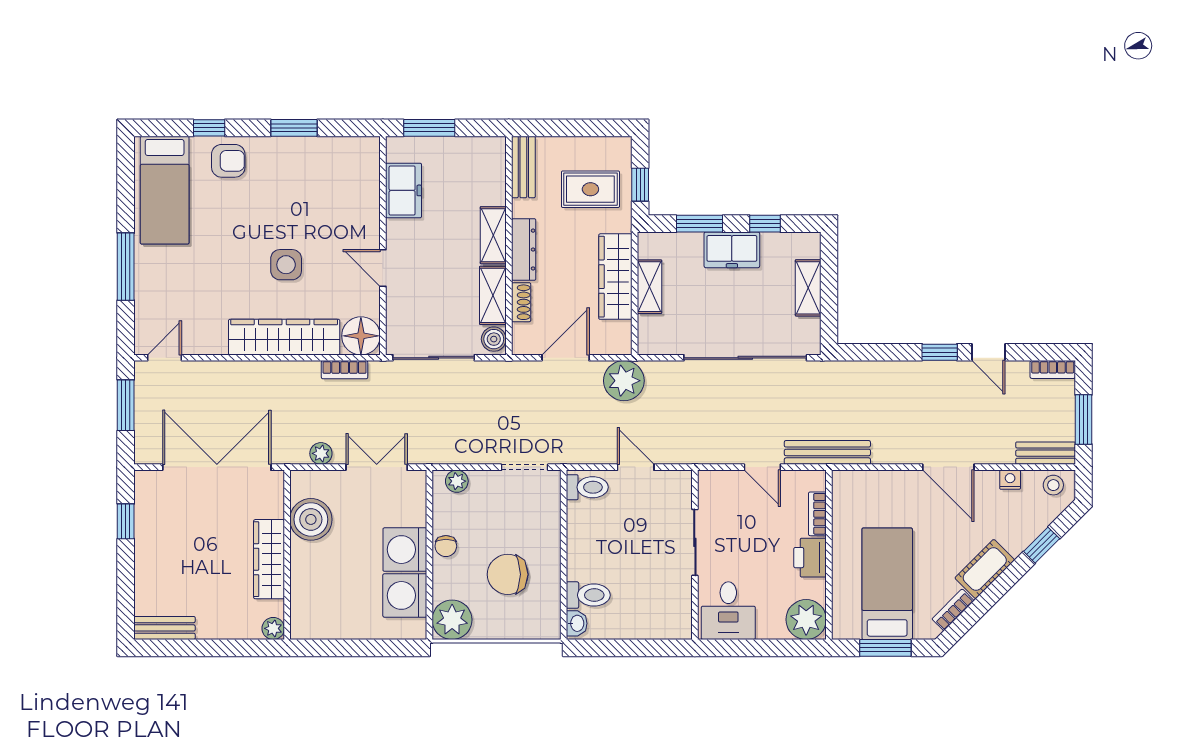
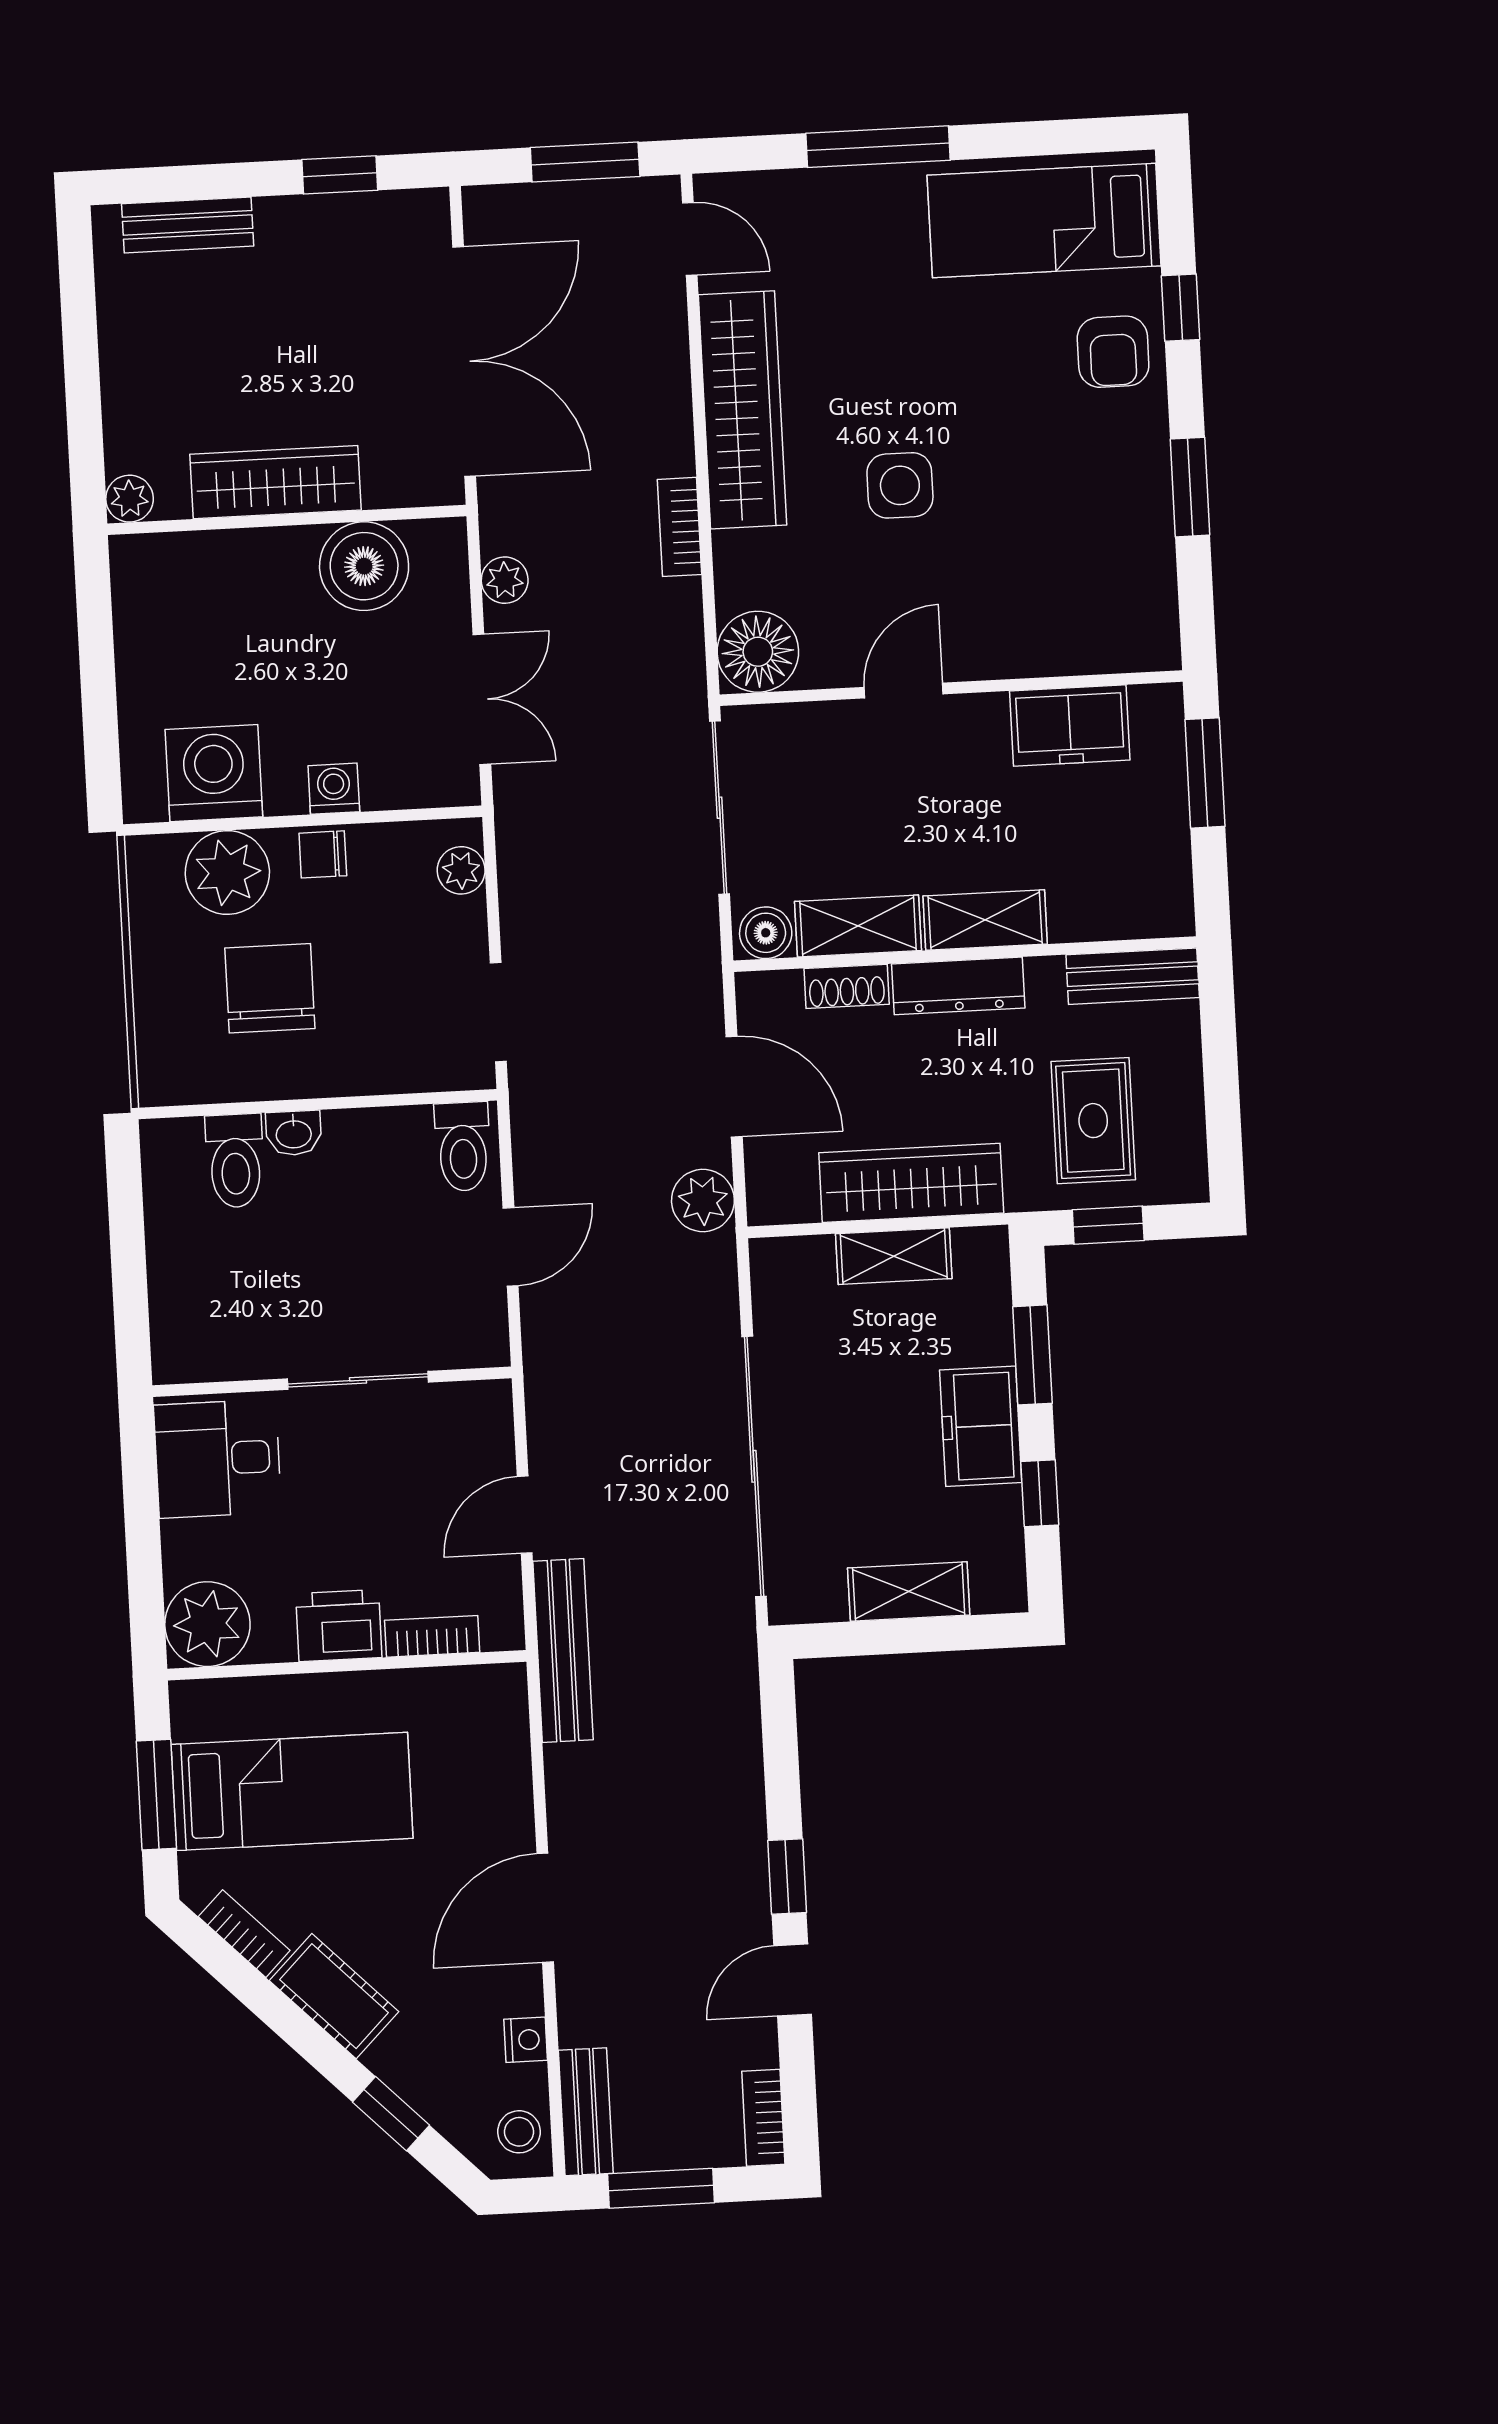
wardrobe: (284, 337) -> (743, 410), moved
bookcase: (345, 370) -> (679, 527), moved
plant: (624, 381) -> (703, 1201), width x0.73, depth x0.73
washing machine: (405, 550) -> (334, 789), width x0.53, depth x0.53
plant: (452, 620) -> (227, 872), moved
washbasin: (577, 623) -> (294, 1133), moved
bench: (164, 628) -> (188, 225), moved, turned 90

